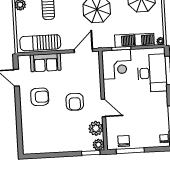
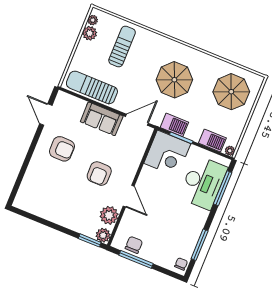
barbecue: (125, 41) -> (174, 125), moved
sofa: (46, 63) -> (102, 119), moved

